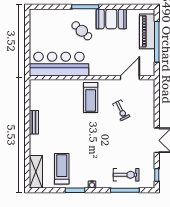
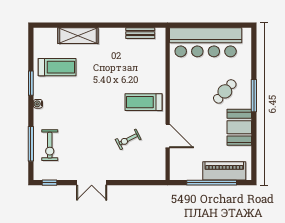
bar counter: (59, 64) -> (206, 42), moved, turned 90
door: (130, 78) -> (168, 136), moved
bench: (34, 122) -> (140, 33), moved
shelving: (36, 172) -> (78, 36), moved

